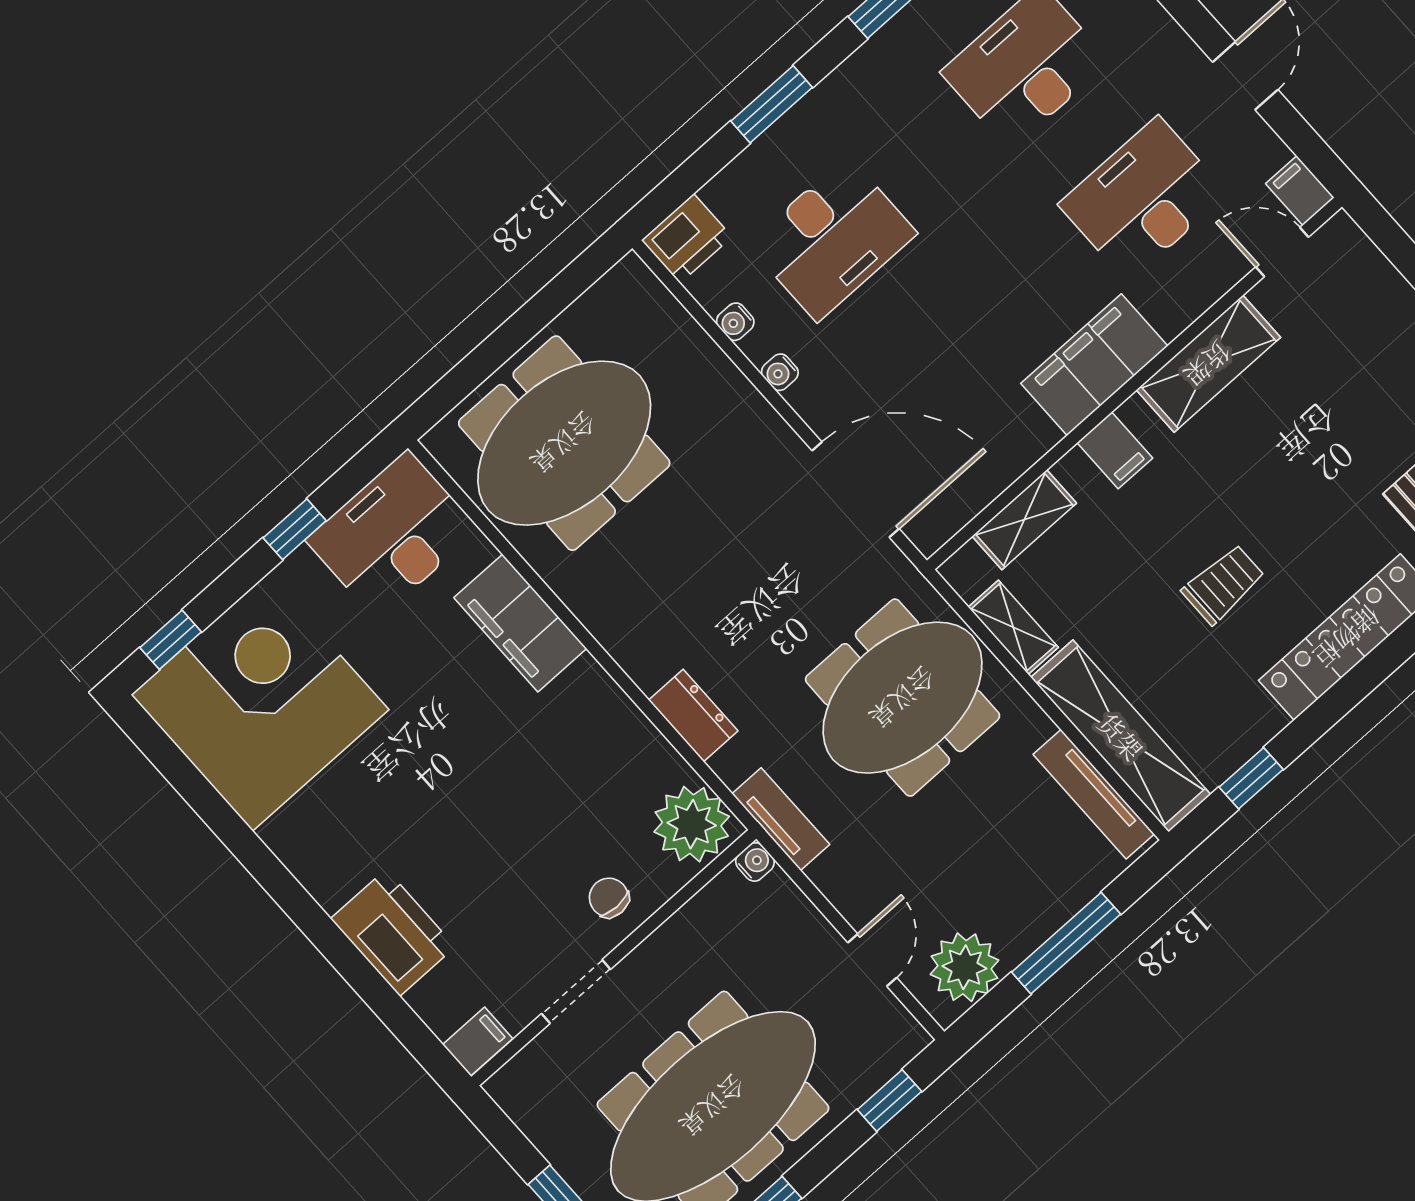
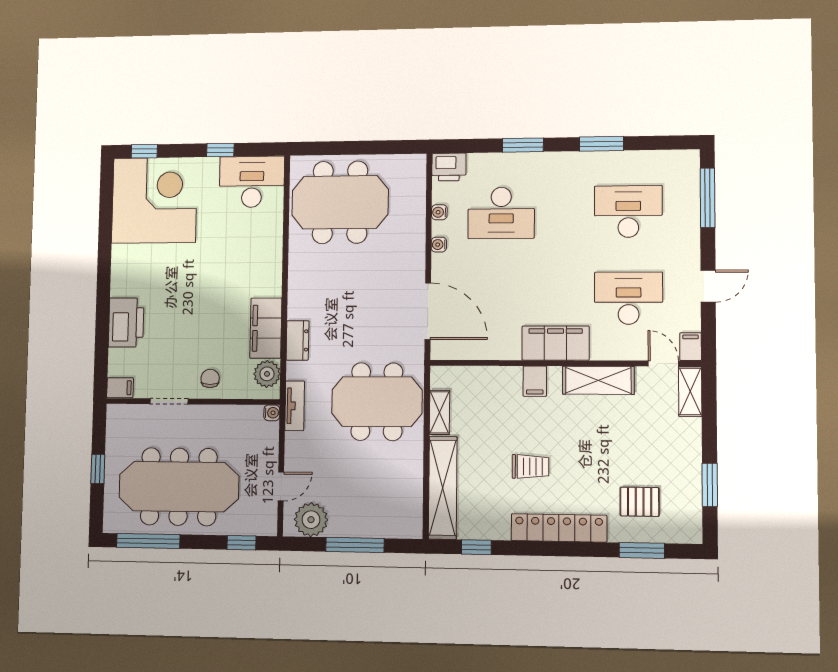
shelving: (1024, 520) -> (690, 391), moved, turned 90
filing cabinet: (520, 623) -> (266, 328), moved
tv unit: (1094, 794) -> (414, 500), removed
plant: (692, 824) -> (267, 374), width x0.73, depth x0.73

